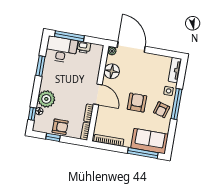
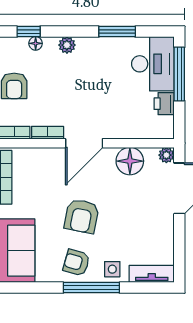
plant: (46, 99) -> (67, 45), width x0.53, depth x0.53
armchair: (137, 103) -> (82, 216), turned 101

